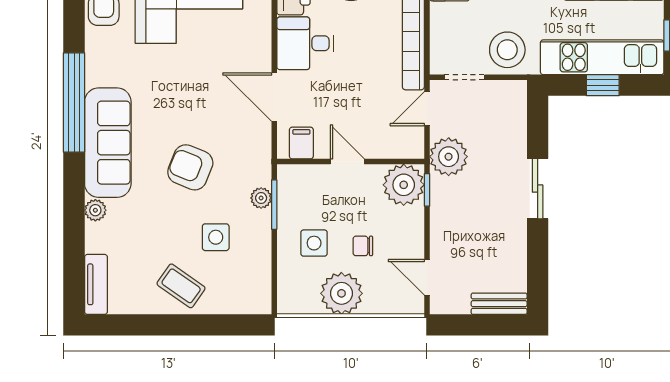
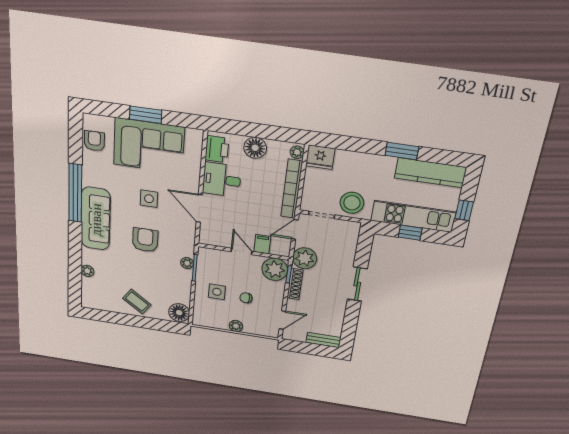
filing cabinet: (301, 143) -> (262, 244), moved
armchair: (190, 167) -> (145, 240), turned 68
shoe rack: (439, 206) -> (295, 284), added
plant: (95, 210) -> (87, 271), moved
side table: (216, 237) -> (149, 199), moved
door: (427, 277) -> (282, 320), swing flipped
tv unit: (96, 284) -> (88, 293), removed
plant: (341, 293) -> (236, 326), width x0.53, depth x0.53
floor lamp: (254, 295) -> (179, 313), added

